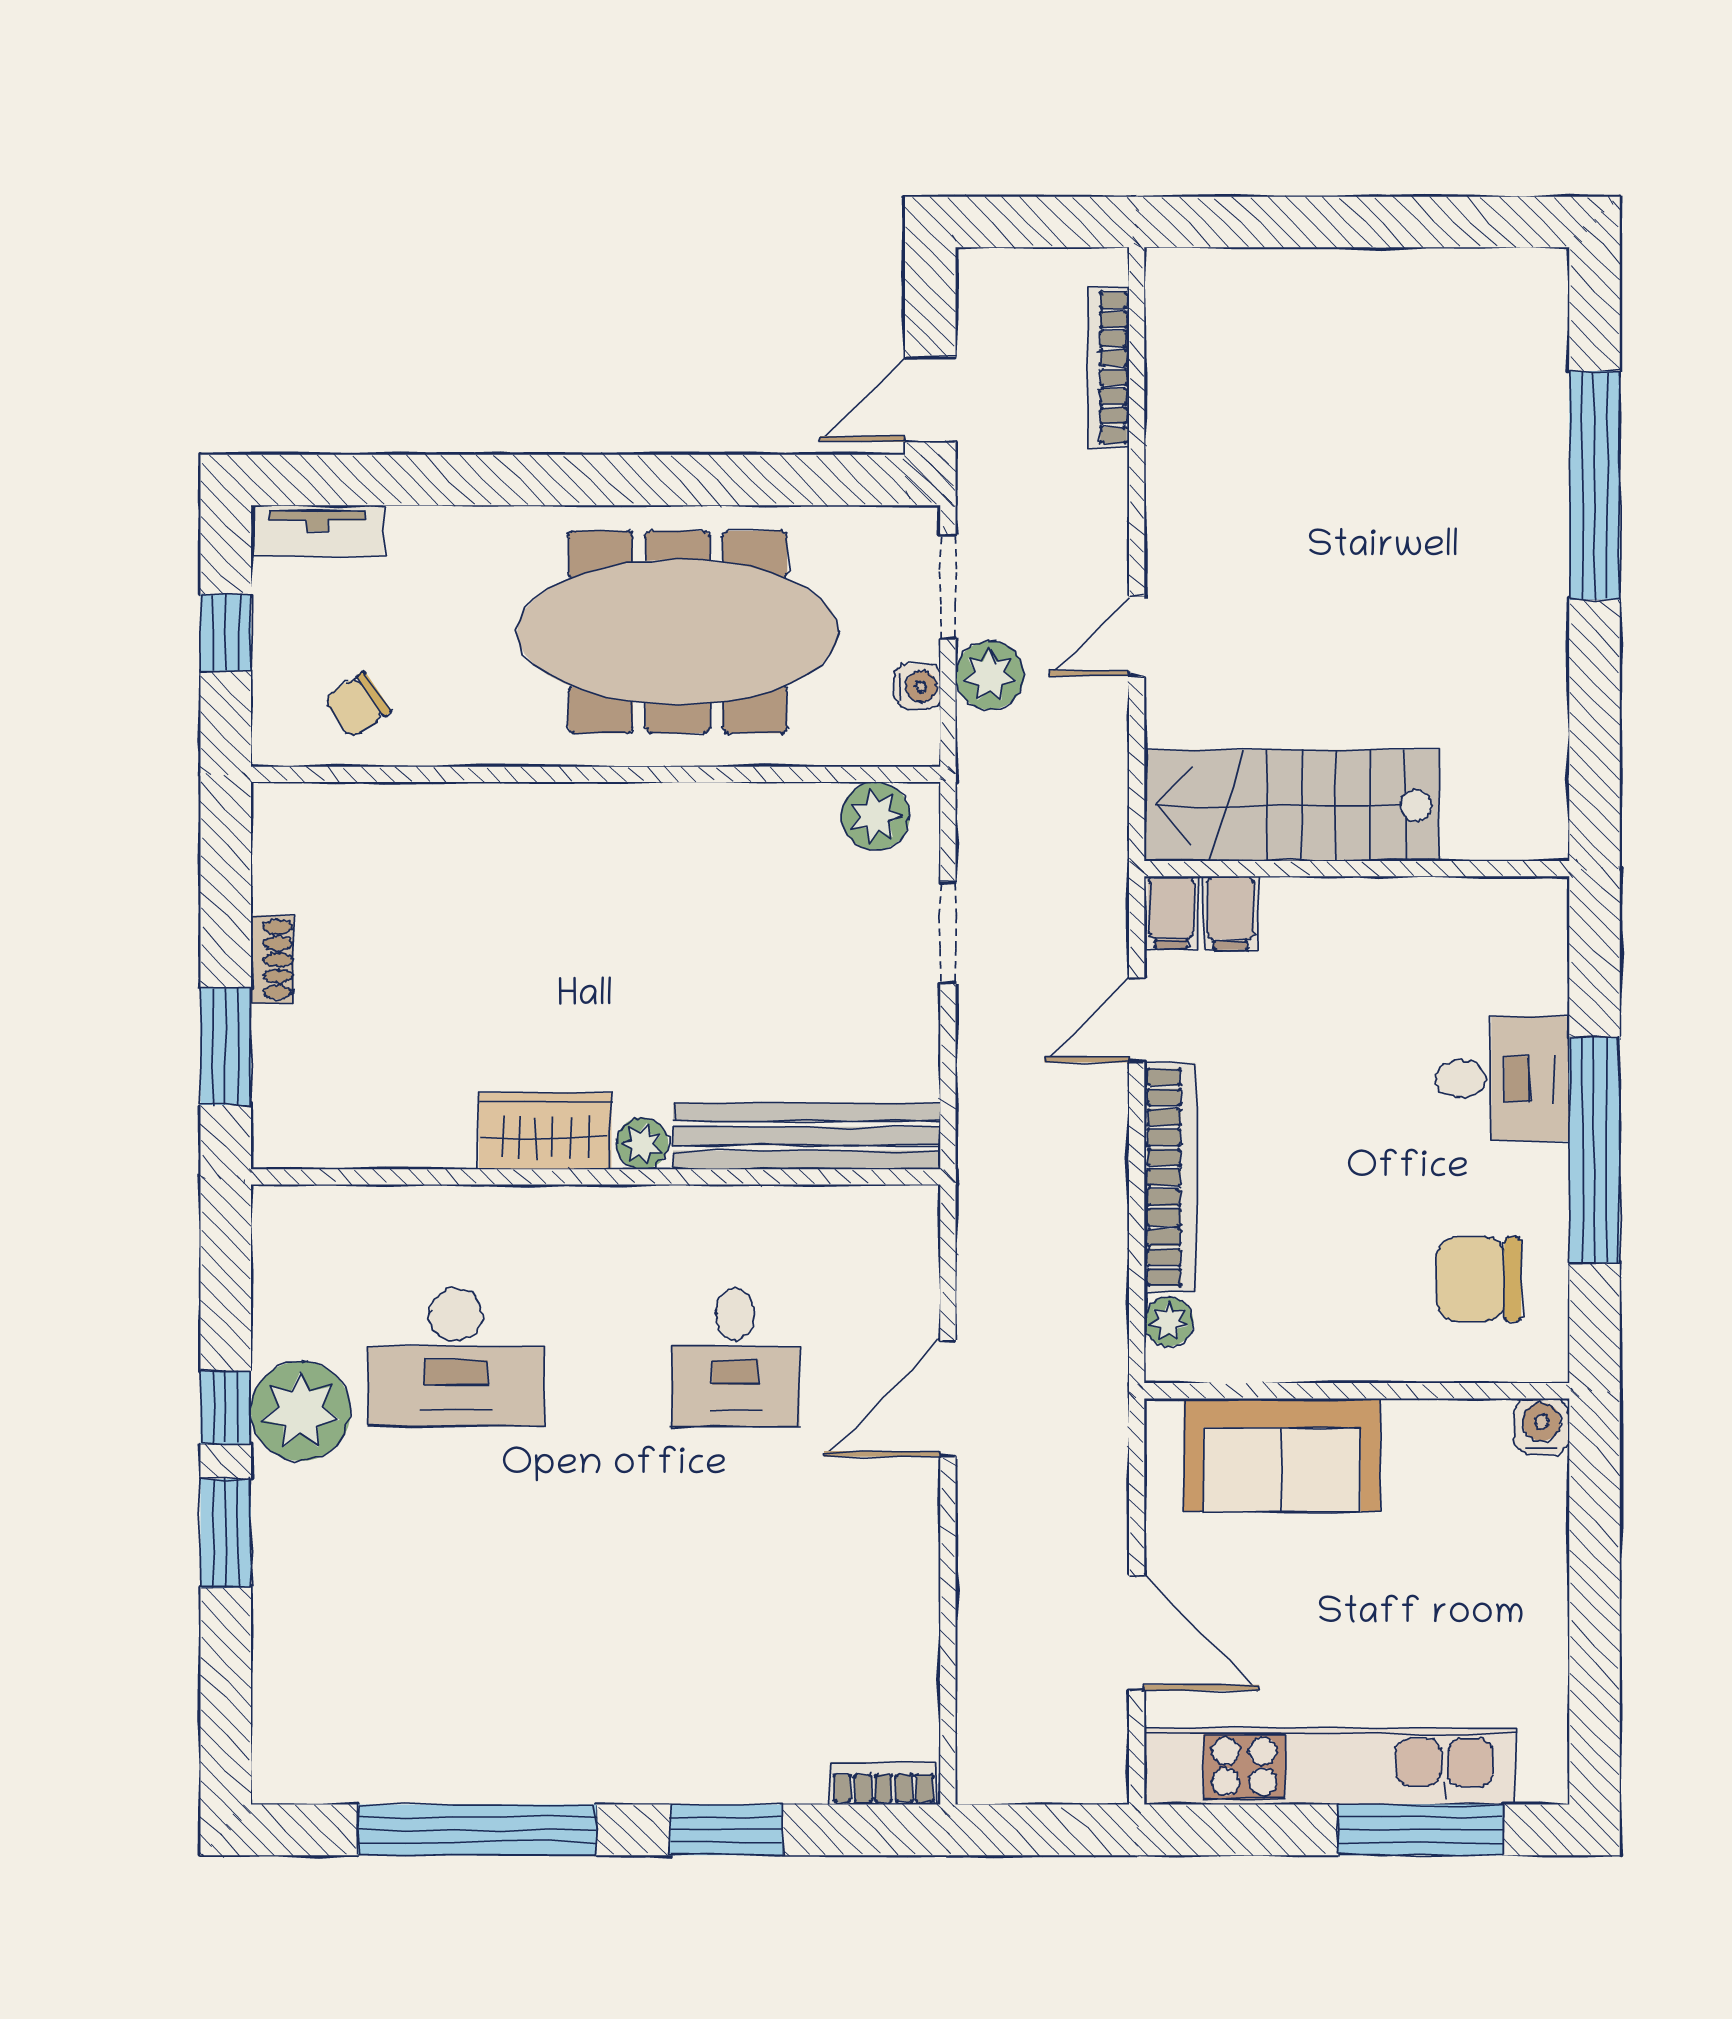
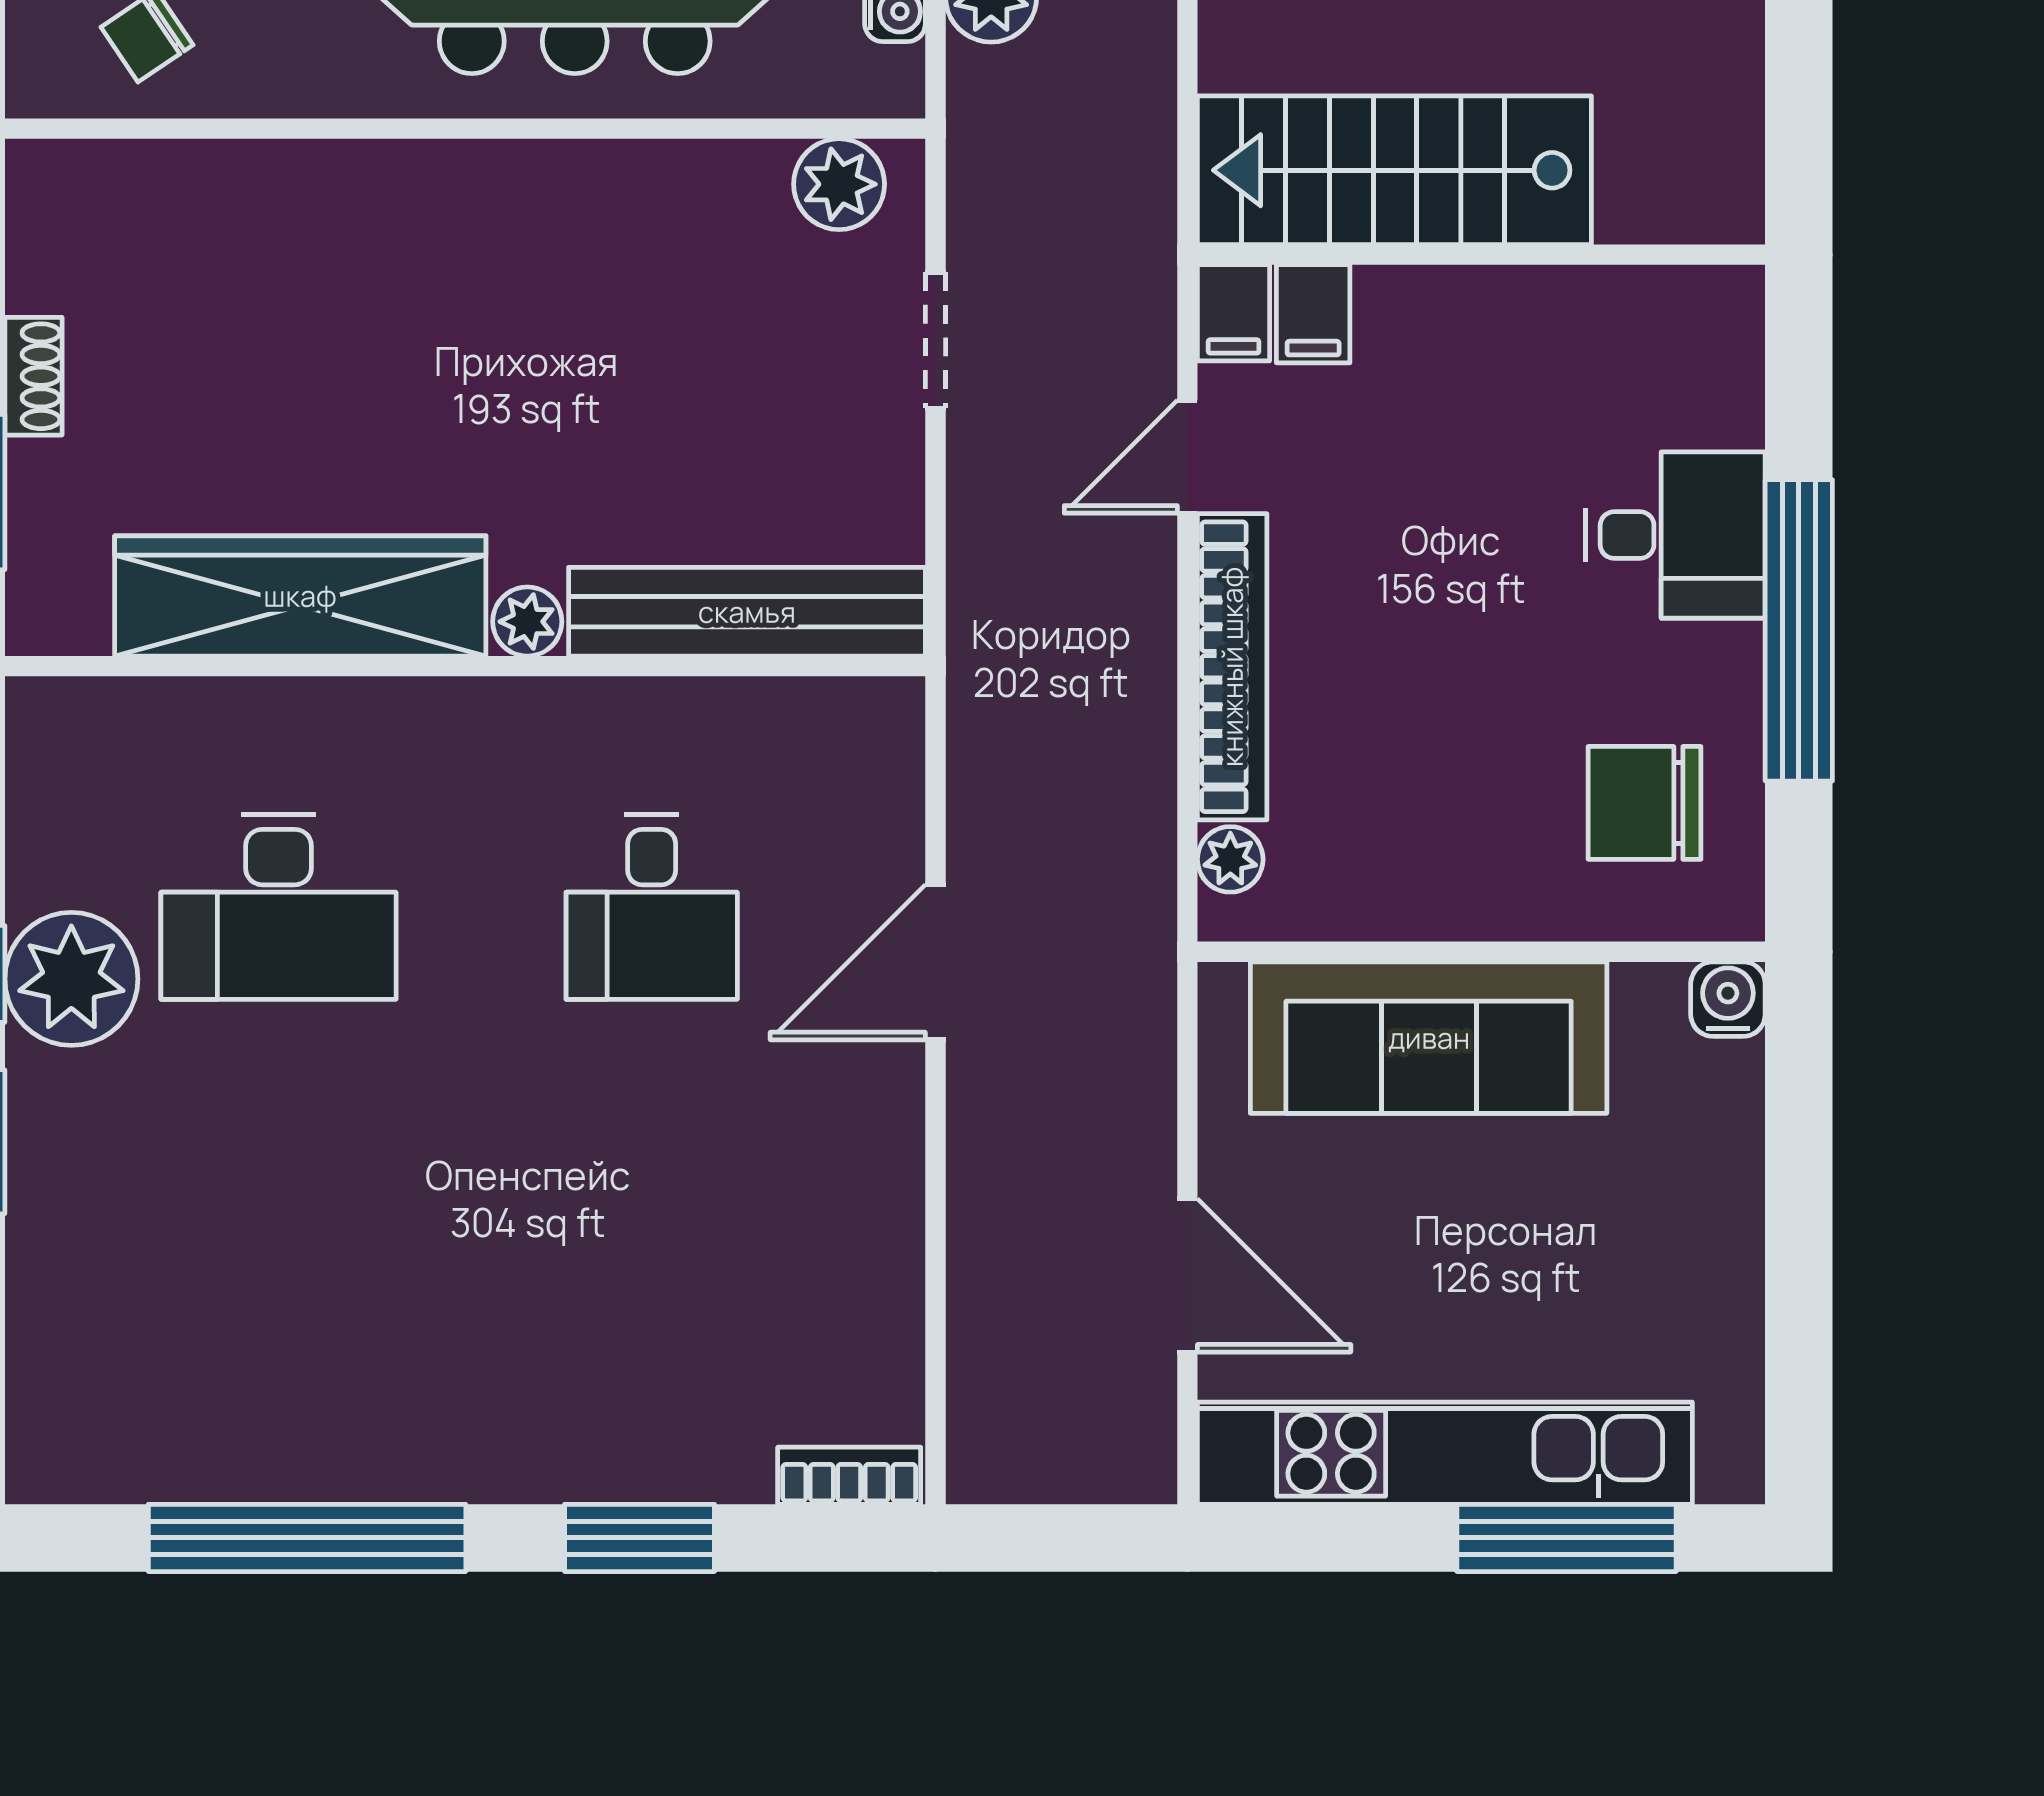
wardrobe: (545, 1131) -> (300, 596), width x2.10, depth x1.17
sofa: (1282, 1455) -> (1429, 1038), width x1.36

